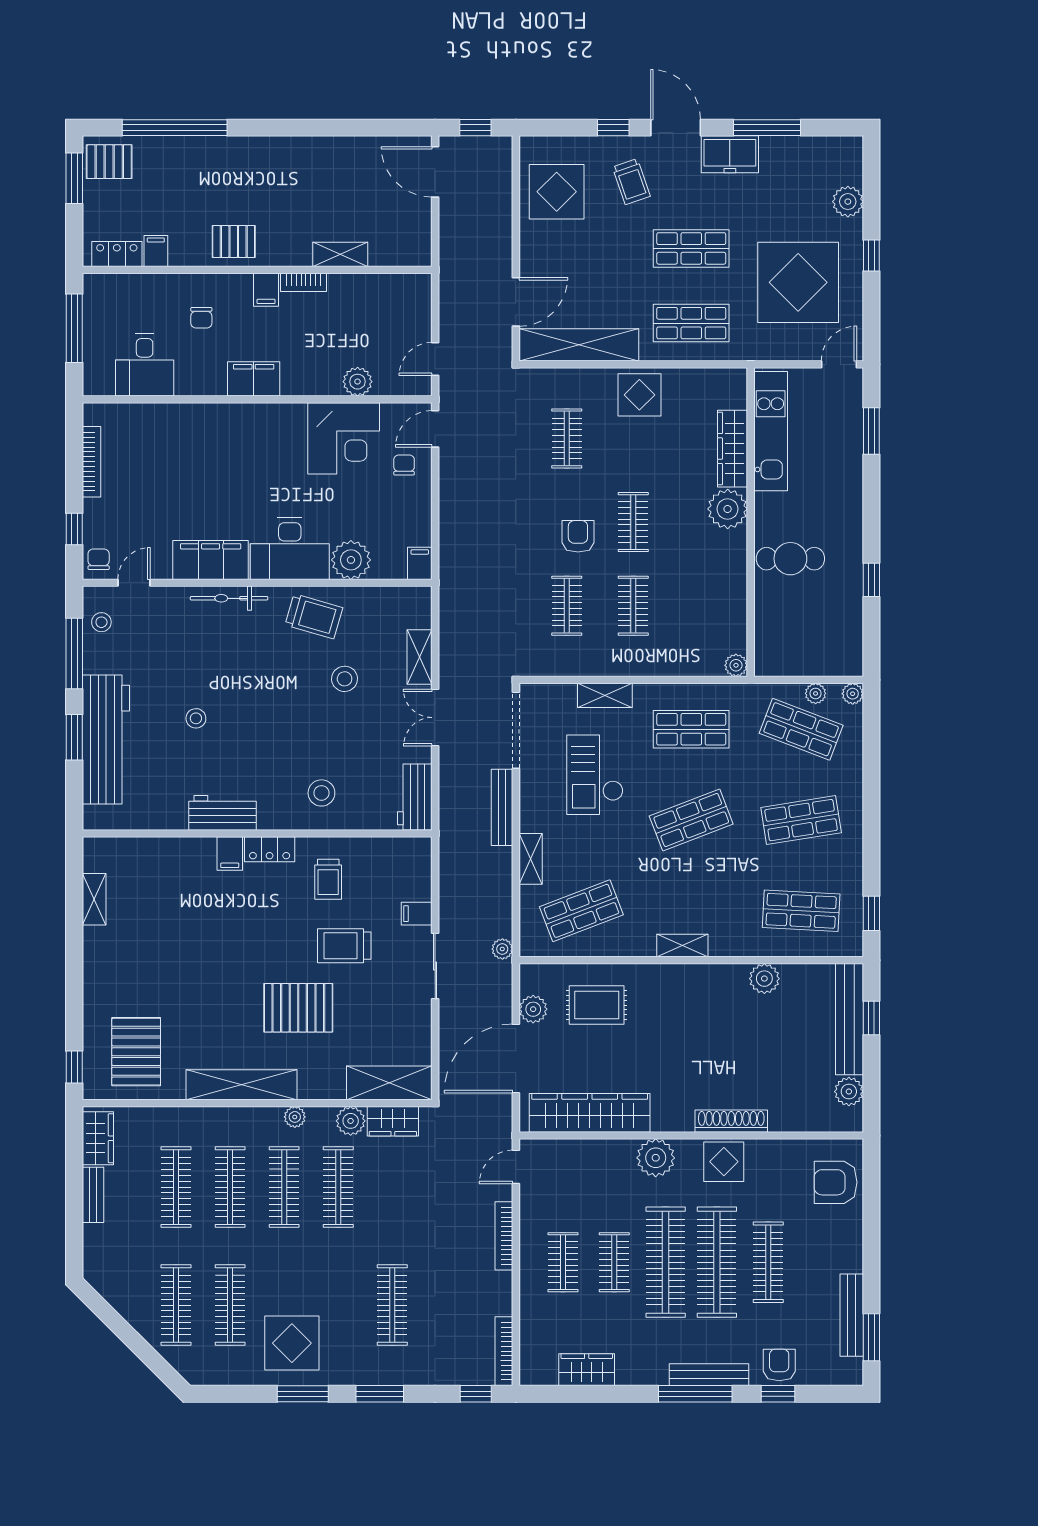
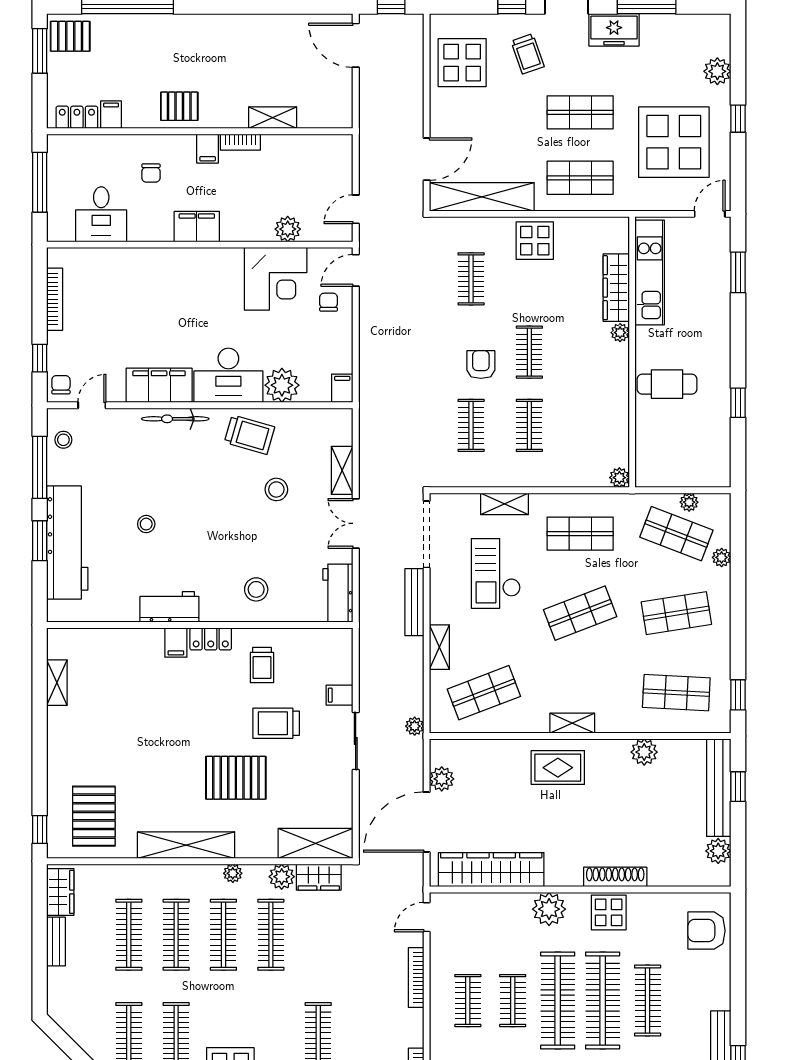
plant: (728, 509) -> (620, 333), width x0.53, depth x0.53
plant: (853, 694) -> (722, 557), moved
rug: (597, 1005) -> (558, 768), moved

